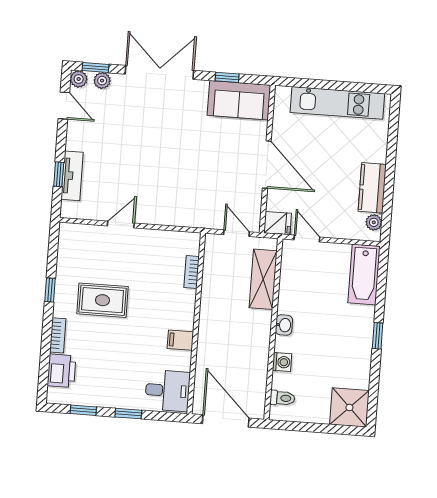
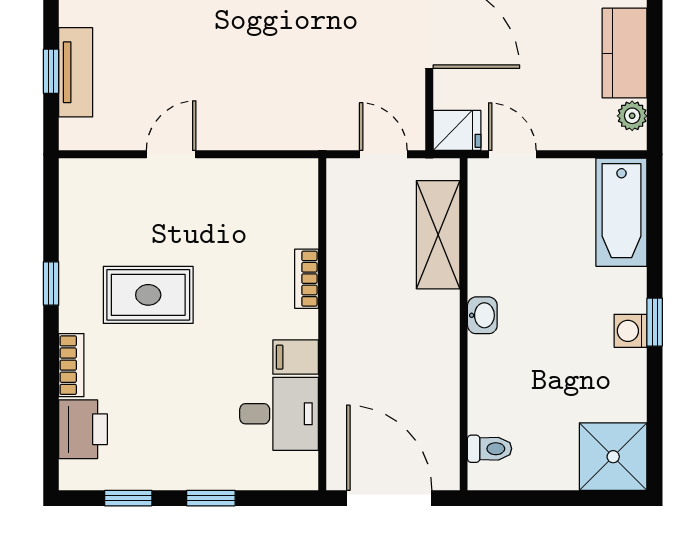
bookcase: (192, 272) -> (307, 279), moved
washing machine: (282, 362) -> (631, 331), moved, turned 180
desk: (167, 391) -> (279, 414), moved

